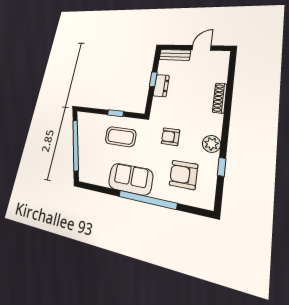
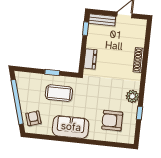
window: (153, 79) -> (86, 29), moved
dresser: (161, 86) -> (90, 59), moved
armchair: (170, 137) -> (33, 118), moved, turned 72
window: (147, 200) -> (85, 141), removed

